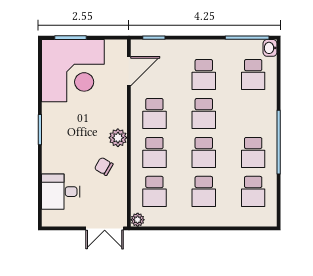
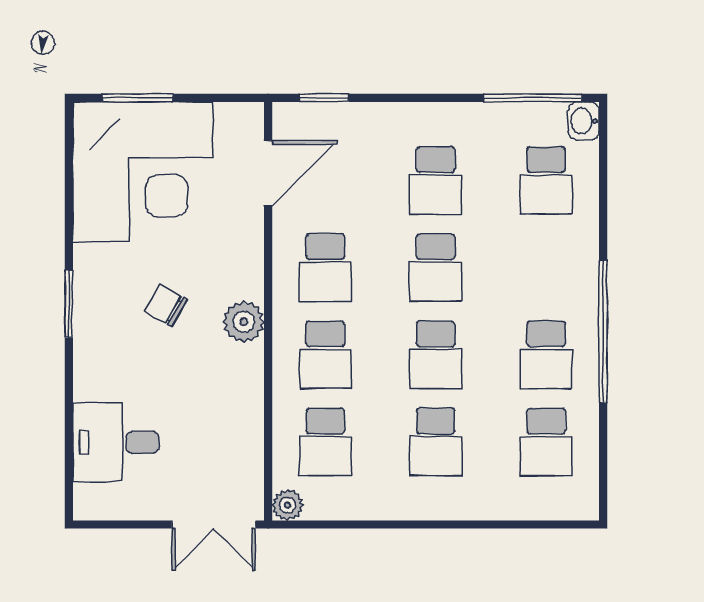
chair: (104, 166) -> (166, 305), moved

